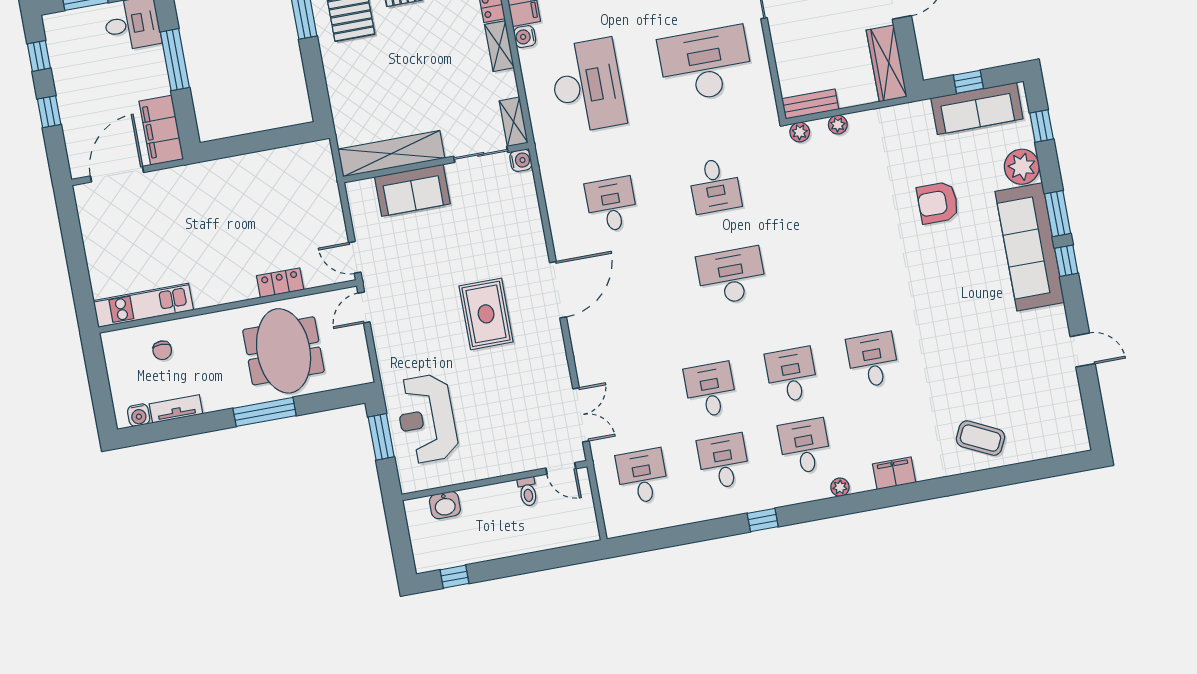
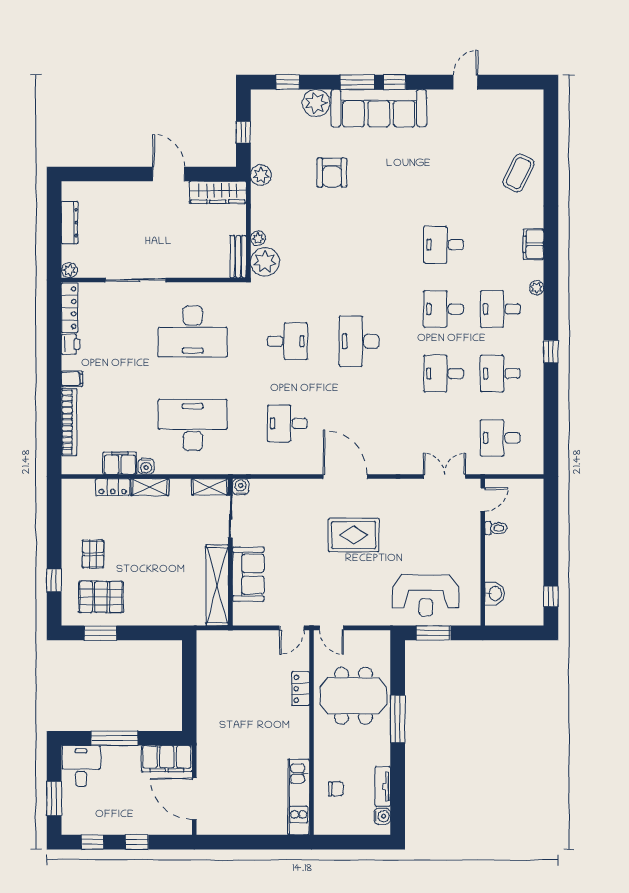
desk: (705, 64) -> (193, 331), turned -90
sofa: (977, 108) -> (265, 129), removed
plant: (918, 114) -> (261, 175), added
plant: (800, 132) -> (265, 262), width x1.87, depth x1.87

